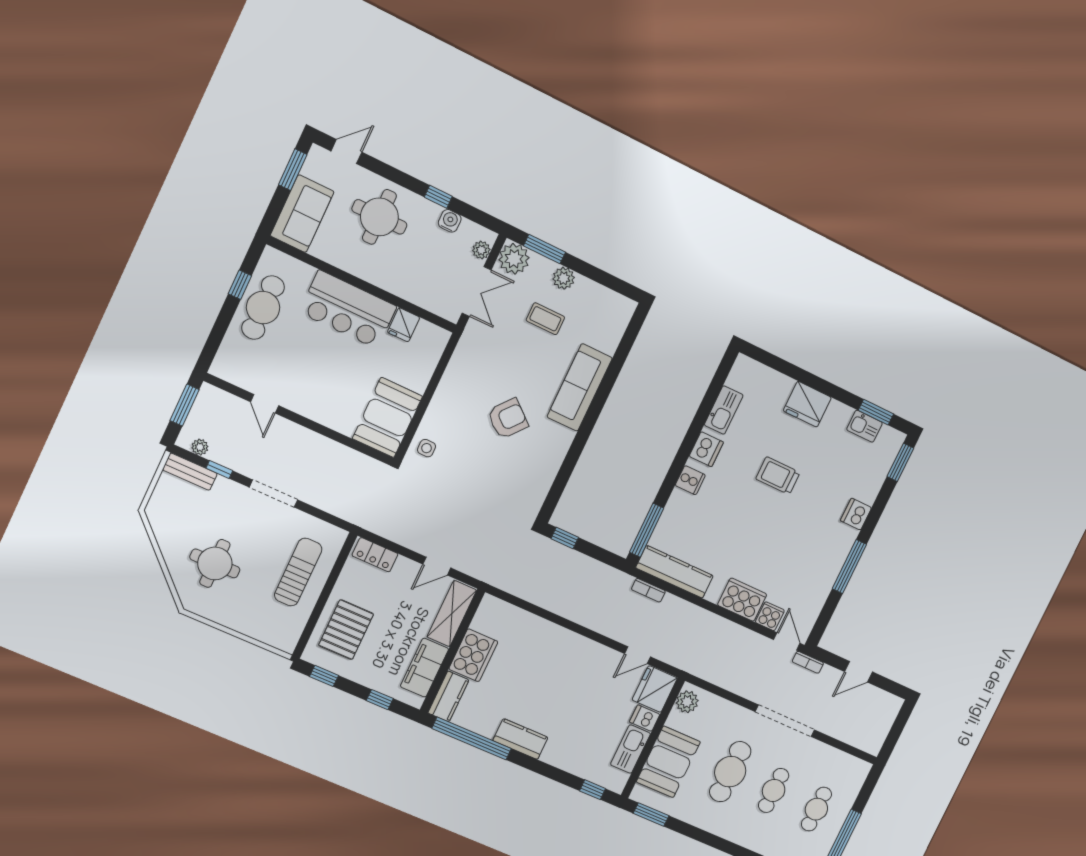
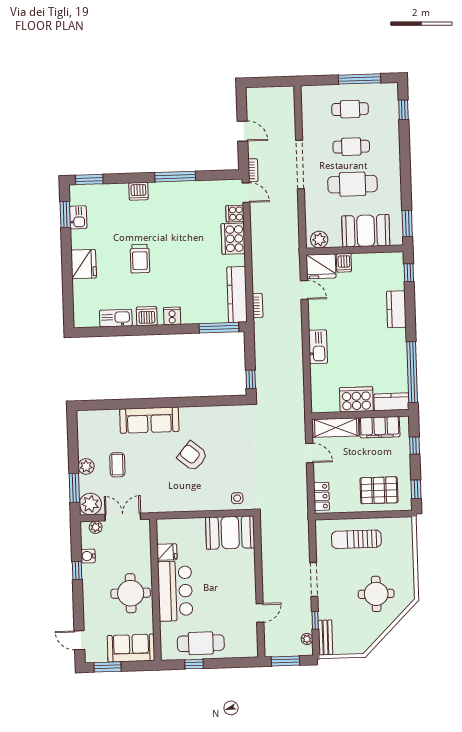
round table: (379, 217) -> (131, 593), moved
door: (787, 641) -> (246, 193), swing flipped
kitchen counter: (520, 739) -> (396, 309), moved
kitchen sink: (630, 749) -> (318, 347), moved, turned -90

